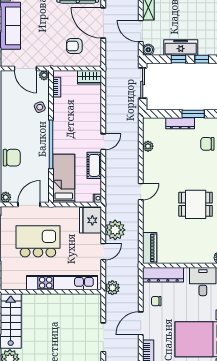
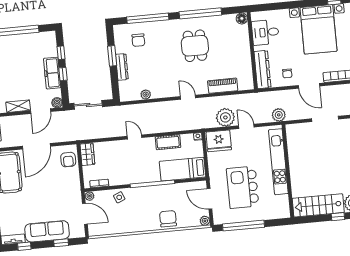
armchair: (74, 46) -> (68, 160), moved
door: (25, 68) -> (85, 214), hinge flipped
door: (103, 142) -> (135, 137), moved
piano: (150, 248) -> (223, 86), moved

